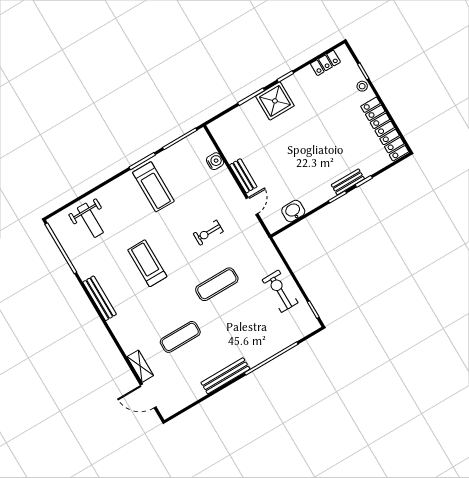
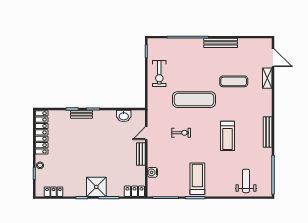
locker: (223, 124) -> (134, 191), added
exercise mat: (217, 284) -> (194, 100), width x1.36, depth x1.45

